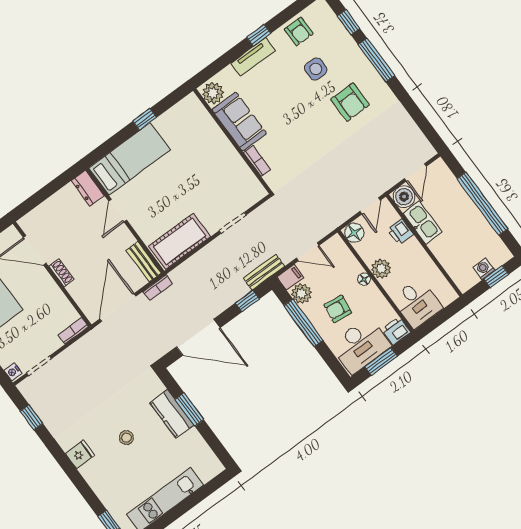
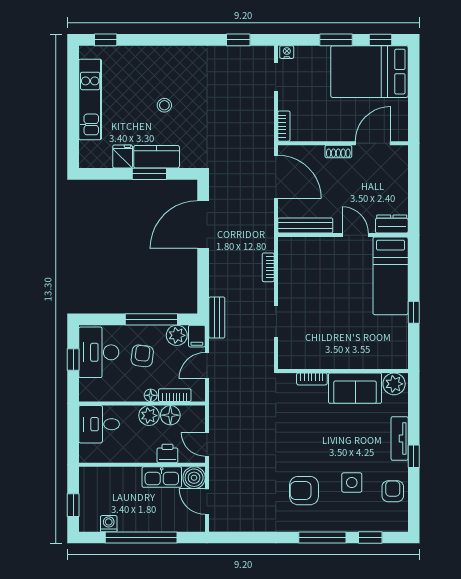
armchair: (299, 31) -> (393, 491), turned 90
floor lamp: (354, 233) -> (170, 415), moved
cot: (180, 241) -> (293, 267), removed
bookcase: (350, 260) -> (175, 395), added
bench: (144, 262) -> (305, 225), width x1.36
washing machine: (484, 269) -> (109, 524), moved, turned -90
bookcase: (158, 288) -> (268, 267), moved
window: (247, 301) -> (203, 287), removed
printer: (396, 331) -> (89, 390), removed
window: (381, 362) -> (73, 359), width x0.67
fridge: (80, 454) -> (123, 156), moved, turned 180

